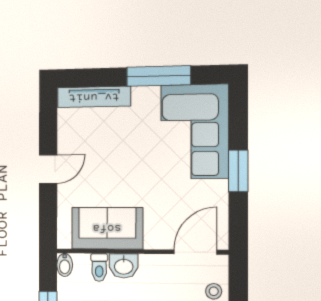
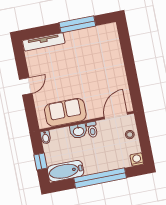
corner sofa: (195, 132) -> (103, 51), removed
window: (238, 171) -> (130, 68), removed
toilet: (99, 268) -> (92, 129), moved

